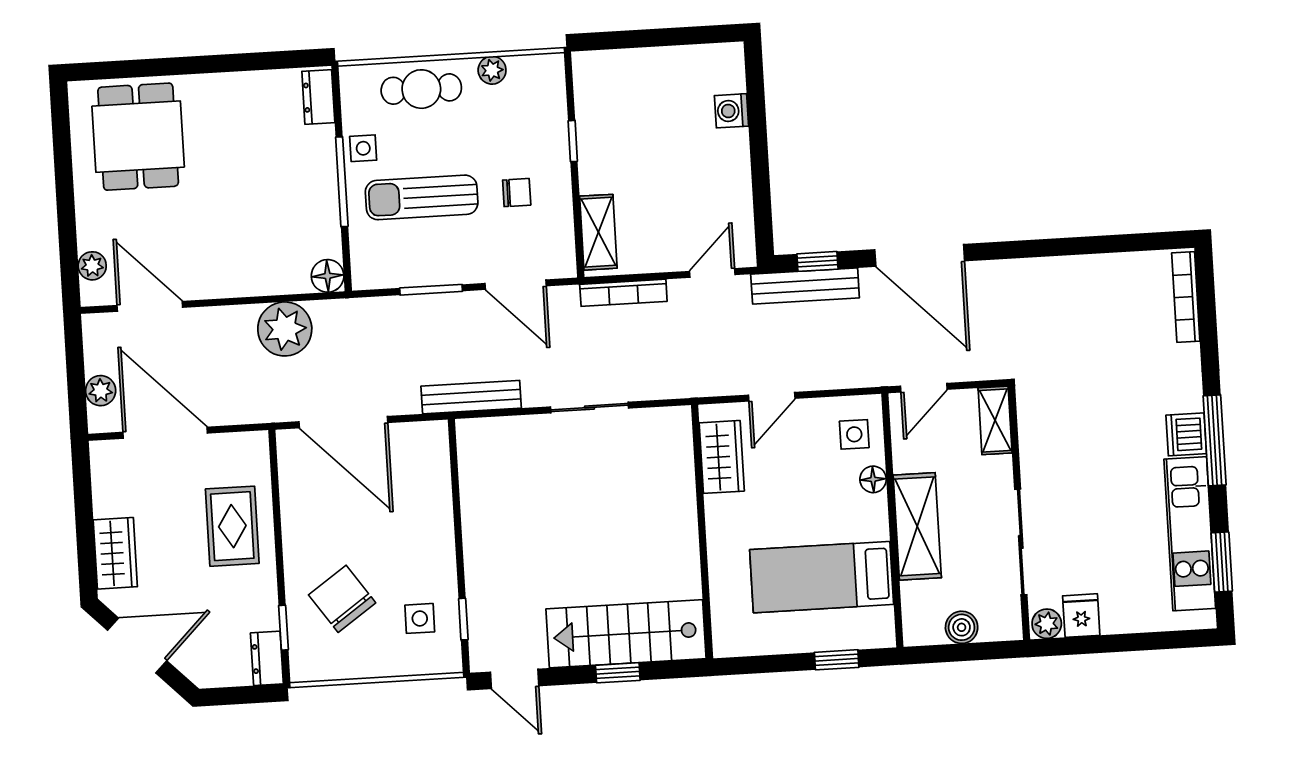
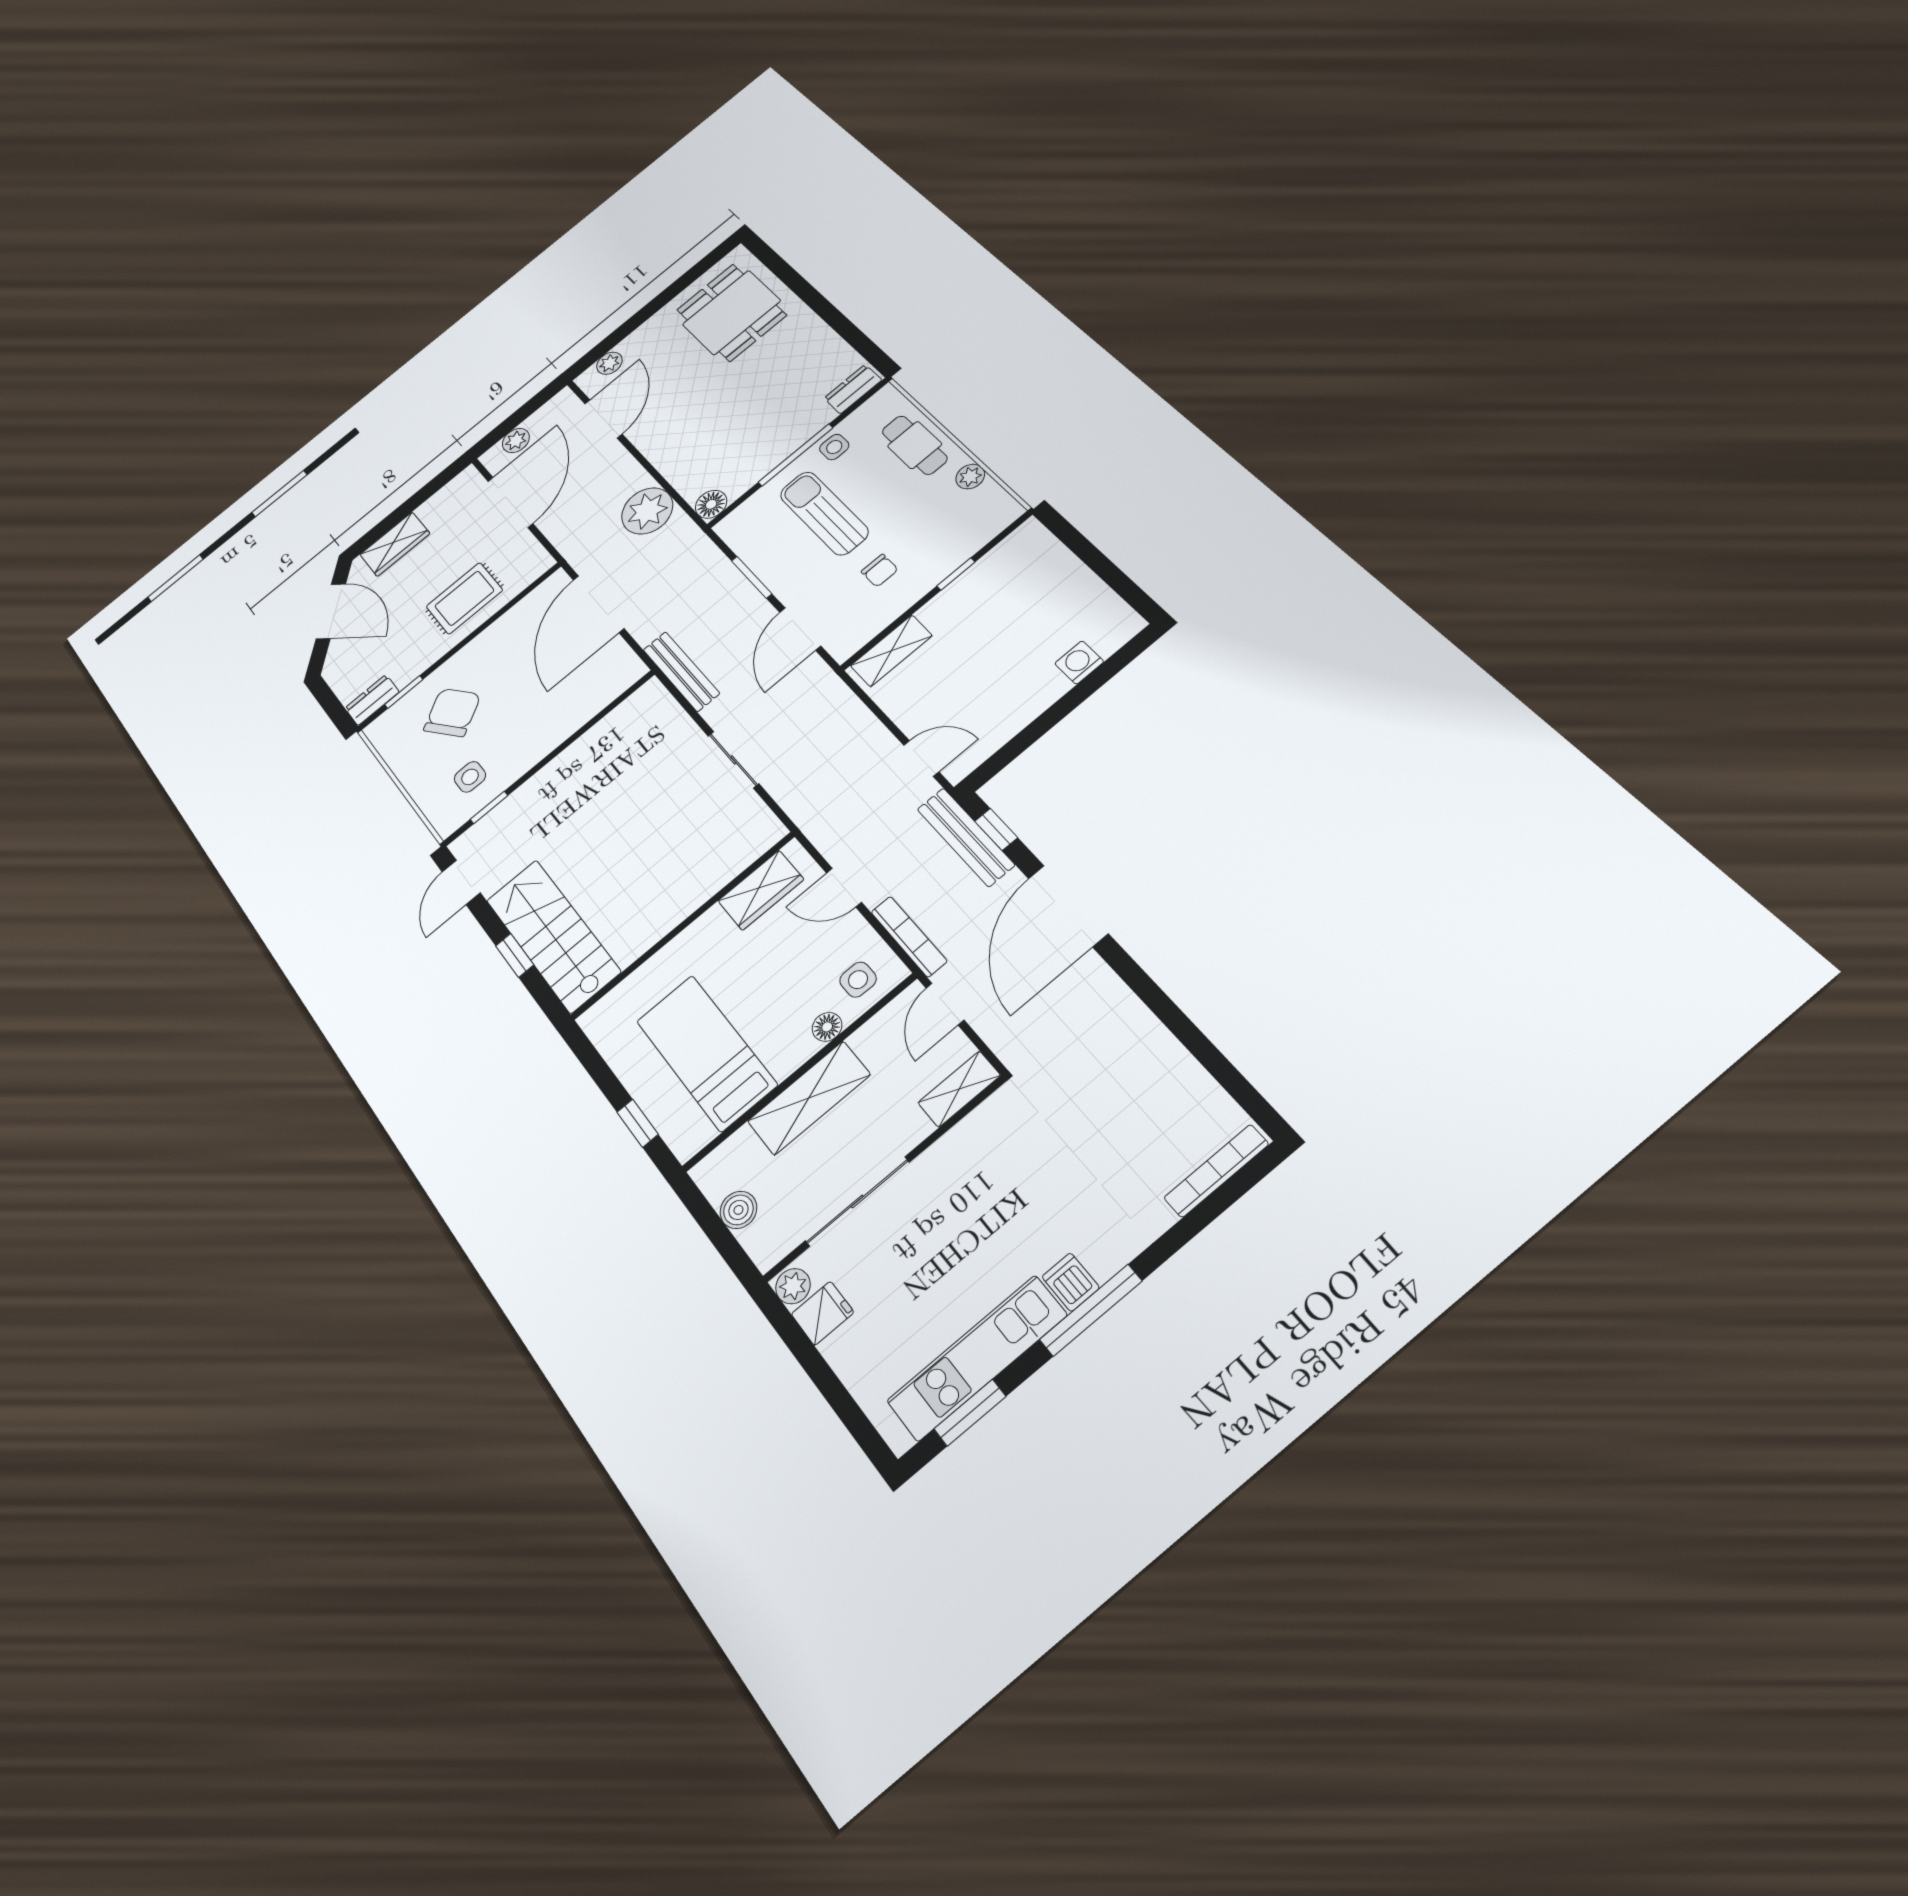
dining table: (138, 137) -> (731, 313), turned 90
bookcase: (623, 293) -> (909, 937), moved, turned 180
door: (924, 388) -> (945, 1004), hinge flipped
dishwasher: (1186, 434) -> (1071, 1282), width x0.73

